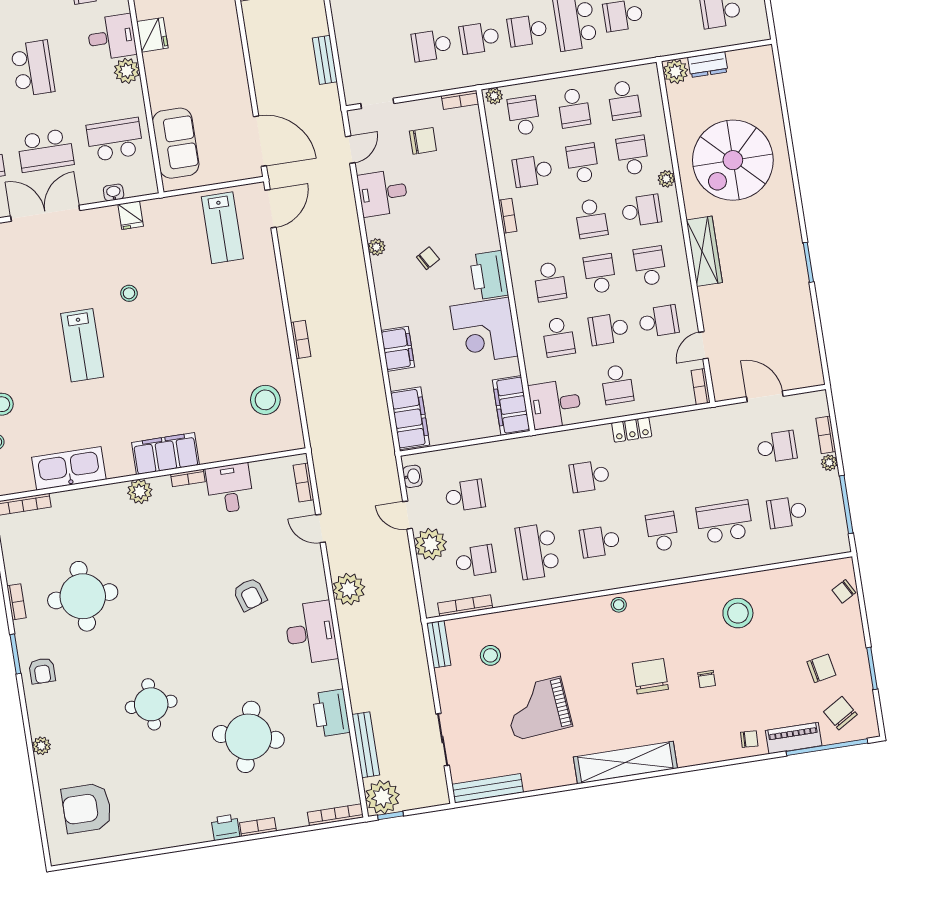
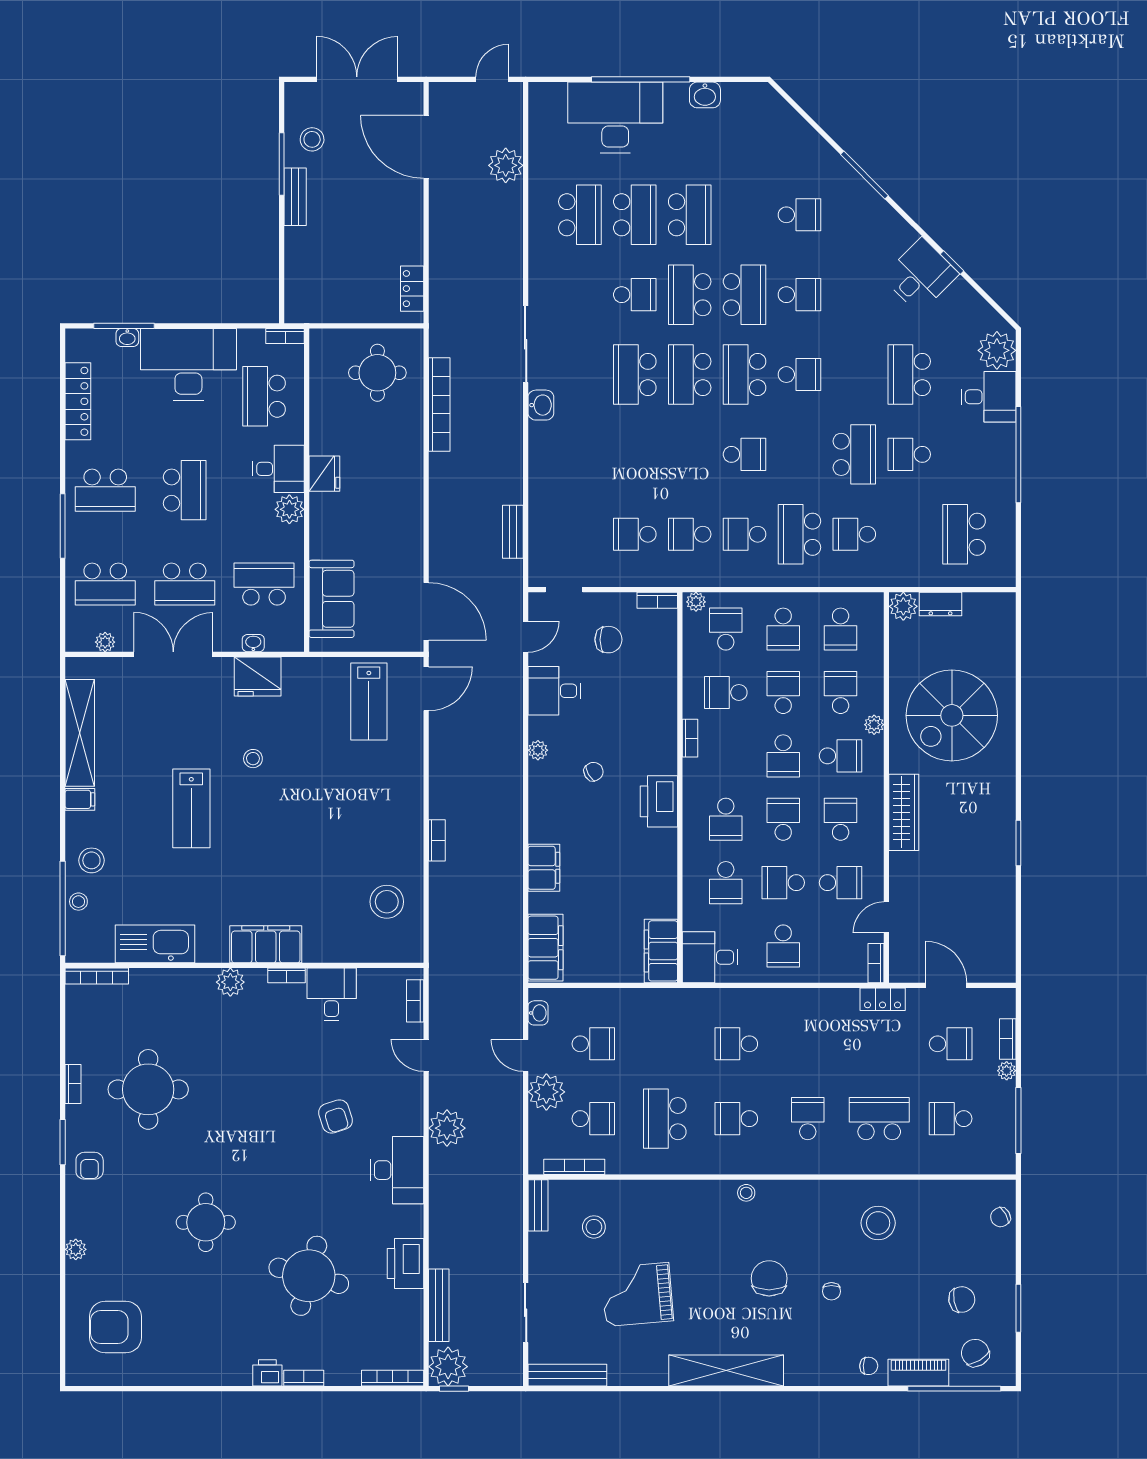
fridge: (131, 215) -> (258, 677), width x1.88, depth x1.34
corner desk: (484, 331) -> (644, 863), removed
locker: (632, 430) -> (883, 999), moved

